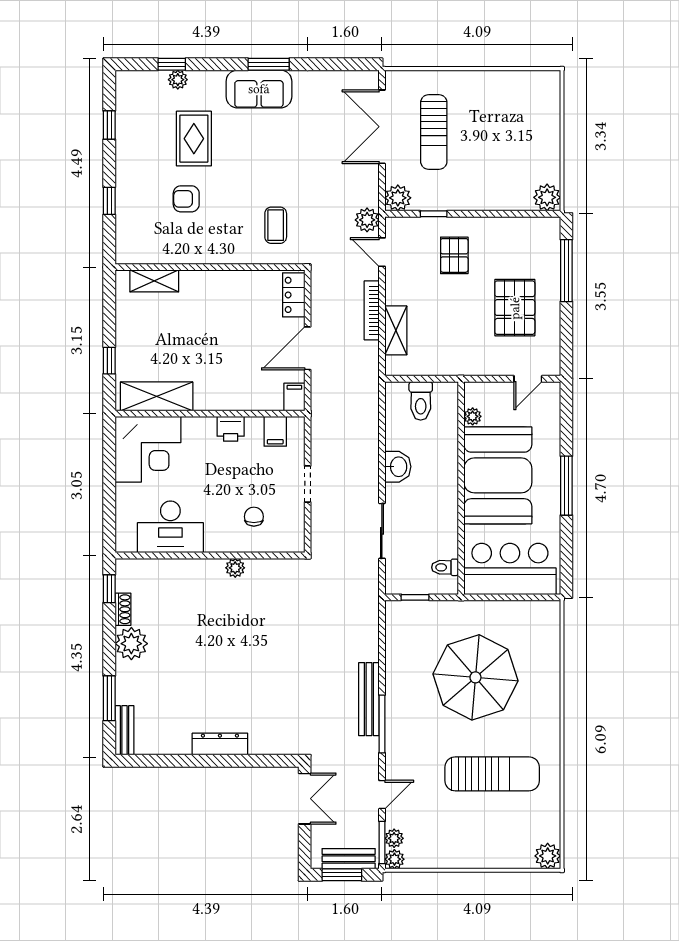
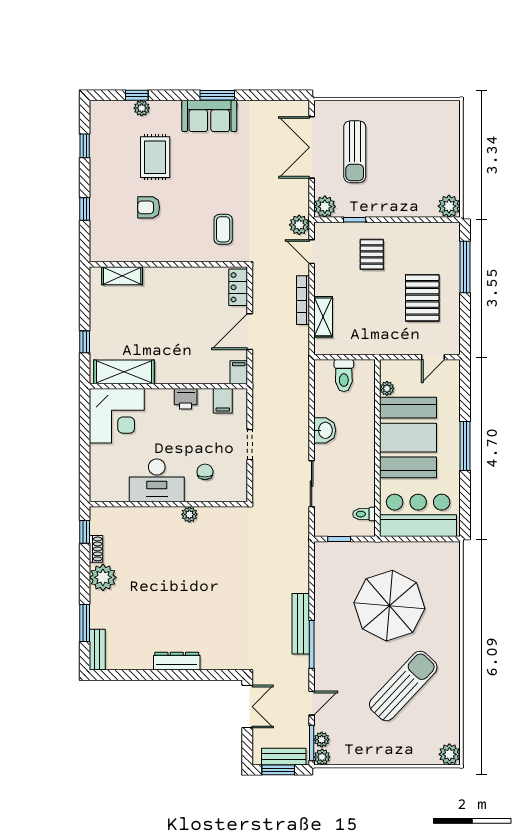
desk: (170, 527) -> (157, 480), moved
sun lounger: (492, 774) -> (403, 686), turned -47

